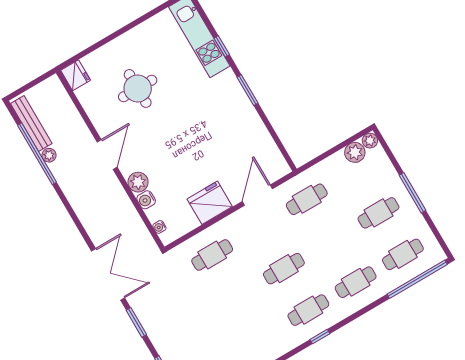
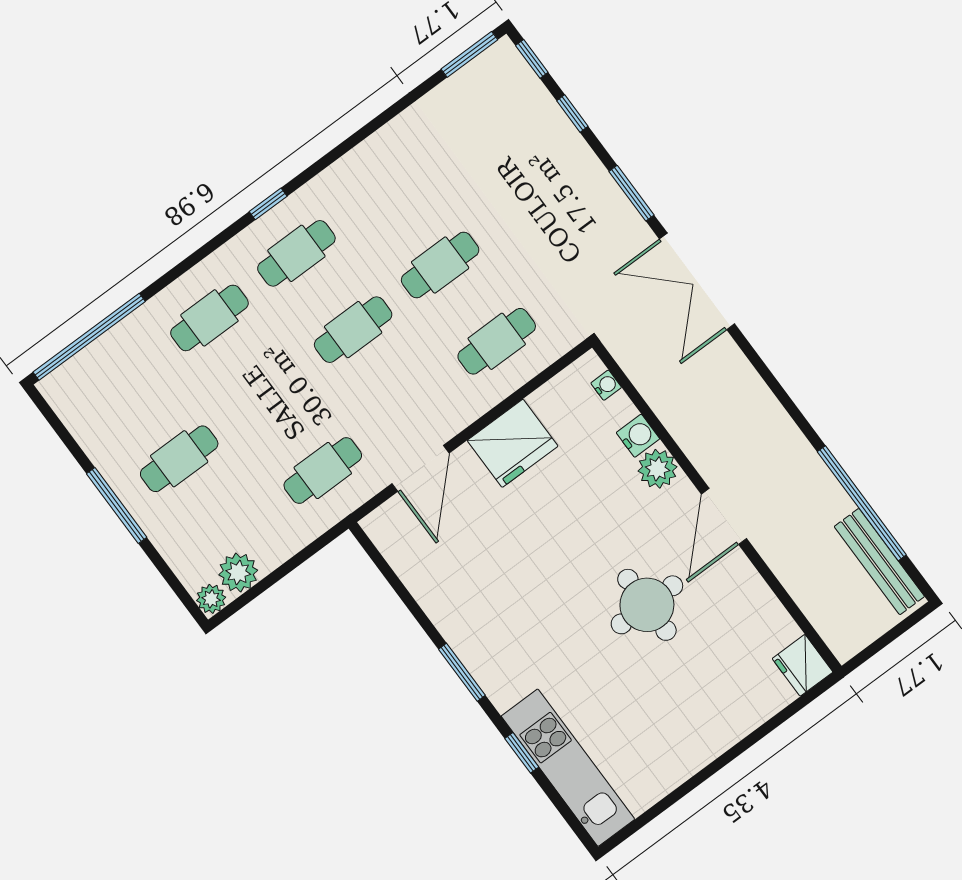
round table: (138, 88) -> (647, 605), moved
plant: (49, 155) -> (838, 503), removed
cafe table: (403, 254) -> (440, 265), moved

